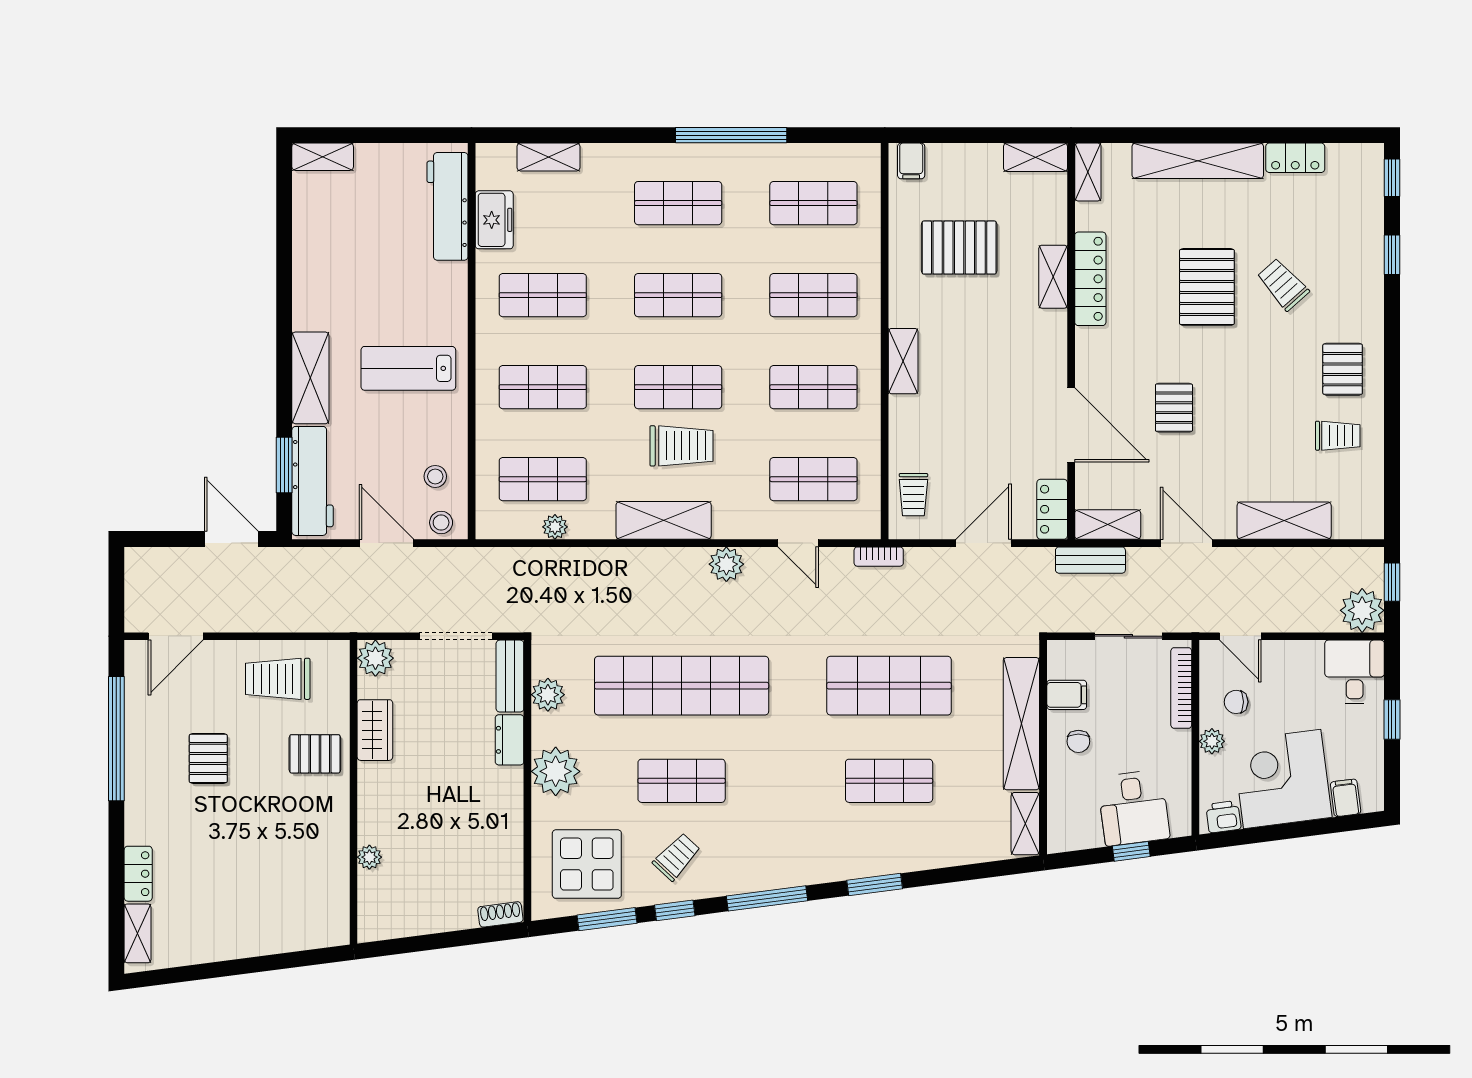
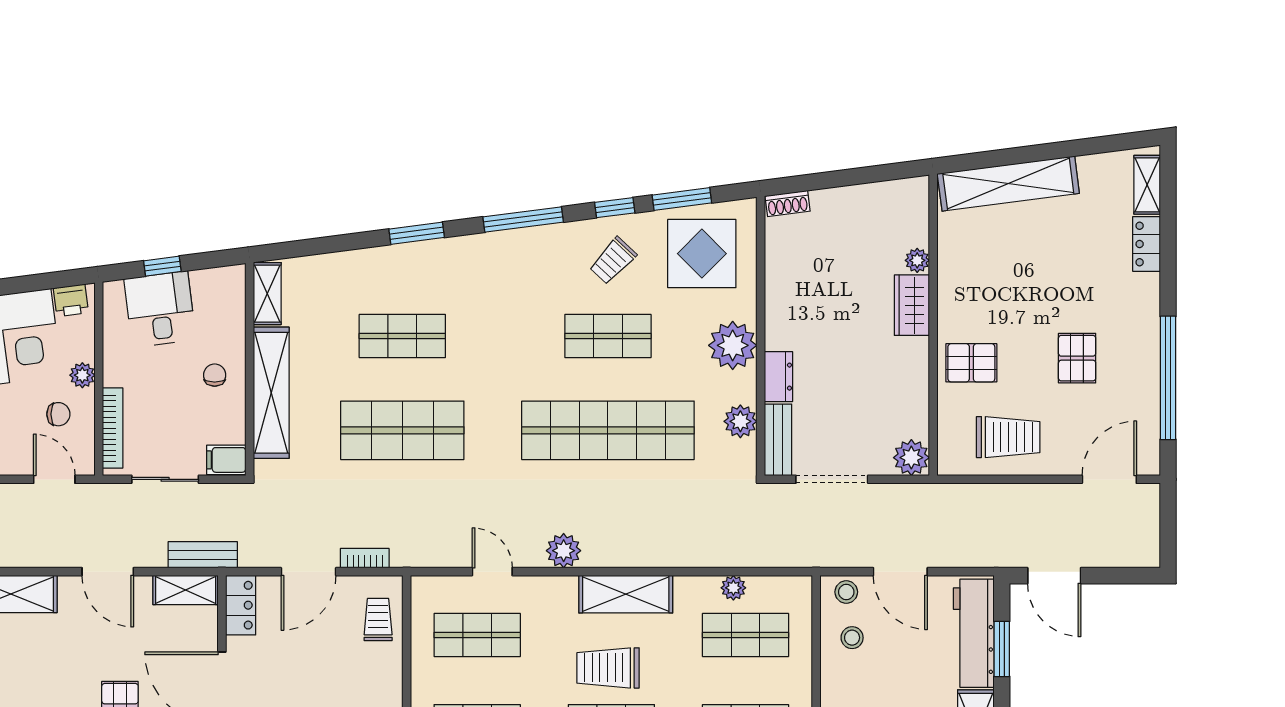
bookcase: (879, 557) -> (365, 558), moved
filing cabinet: (1067, 695) -> (226, 460), moved
wardrobe: (375, 730) -> (912, 305), moved
shelving: (278, 935) -> (1008, 184), added

